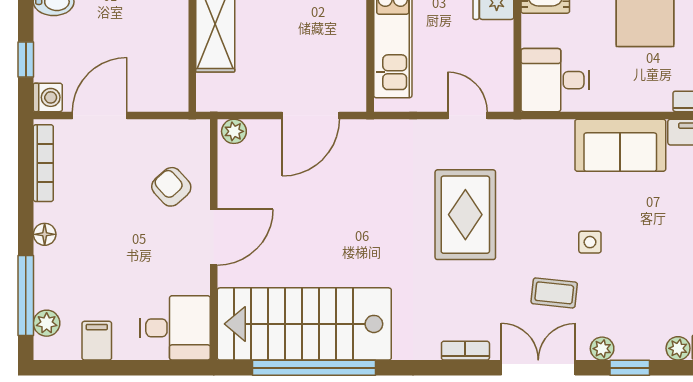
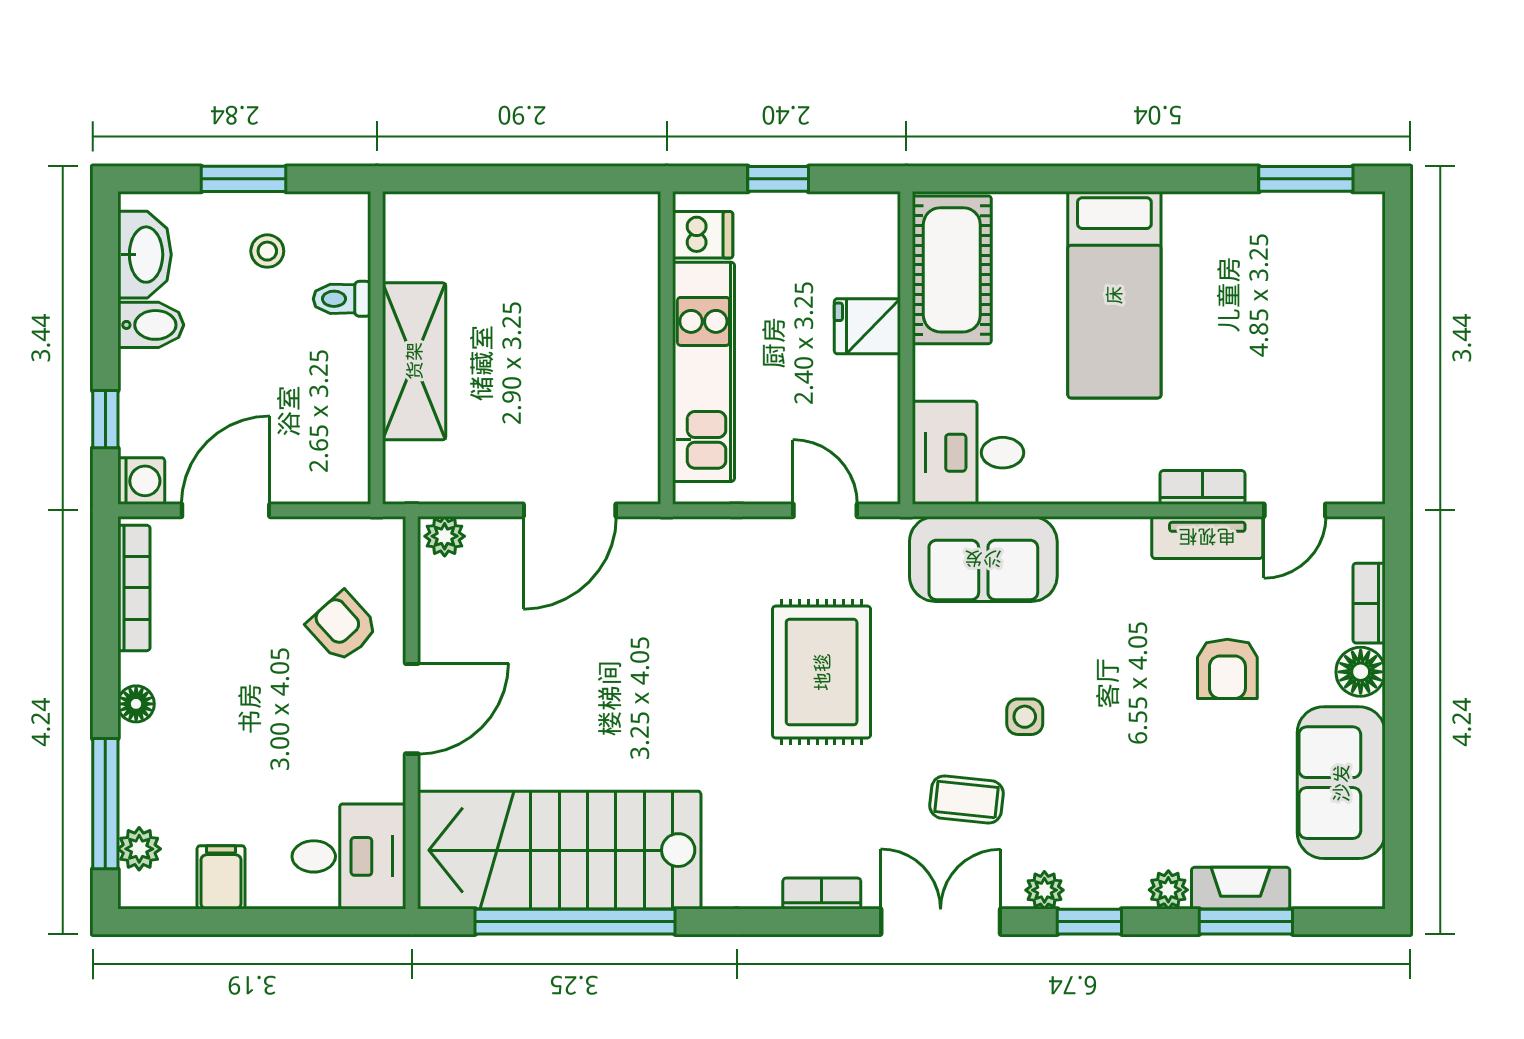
sofa: (620, 145) -> (983, 559), moved

